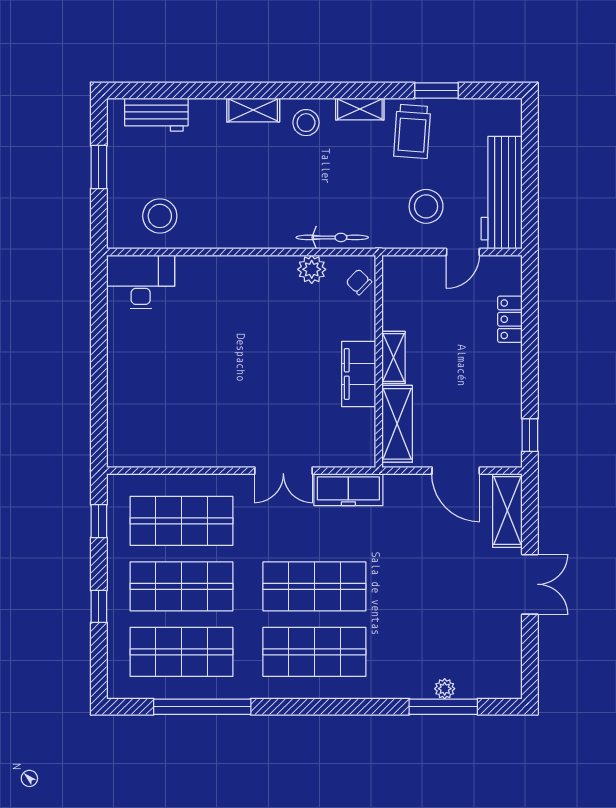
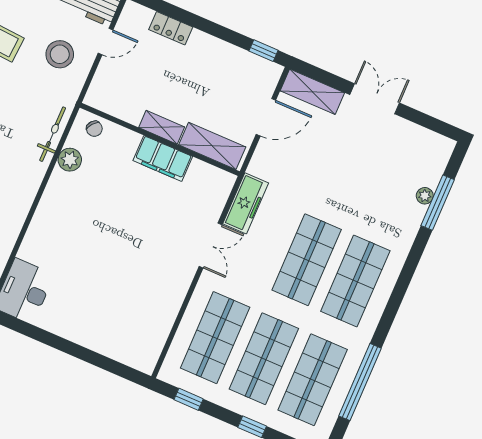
door: (463, 252) -> (106, 42), hinge flipped
chair: (359, 282) -> (94, 129), turned -95

